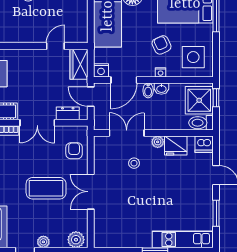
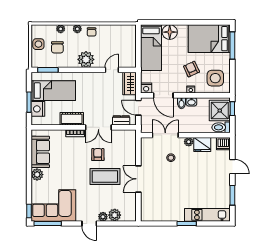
plant: (21, 32) -> (86, 59), added
door: (124, 80) -> (163, 95), hinge flipped
armchair: (74, 151) -> (98, 155), moved
plant: (76, 240) -> (115, 215), moved

